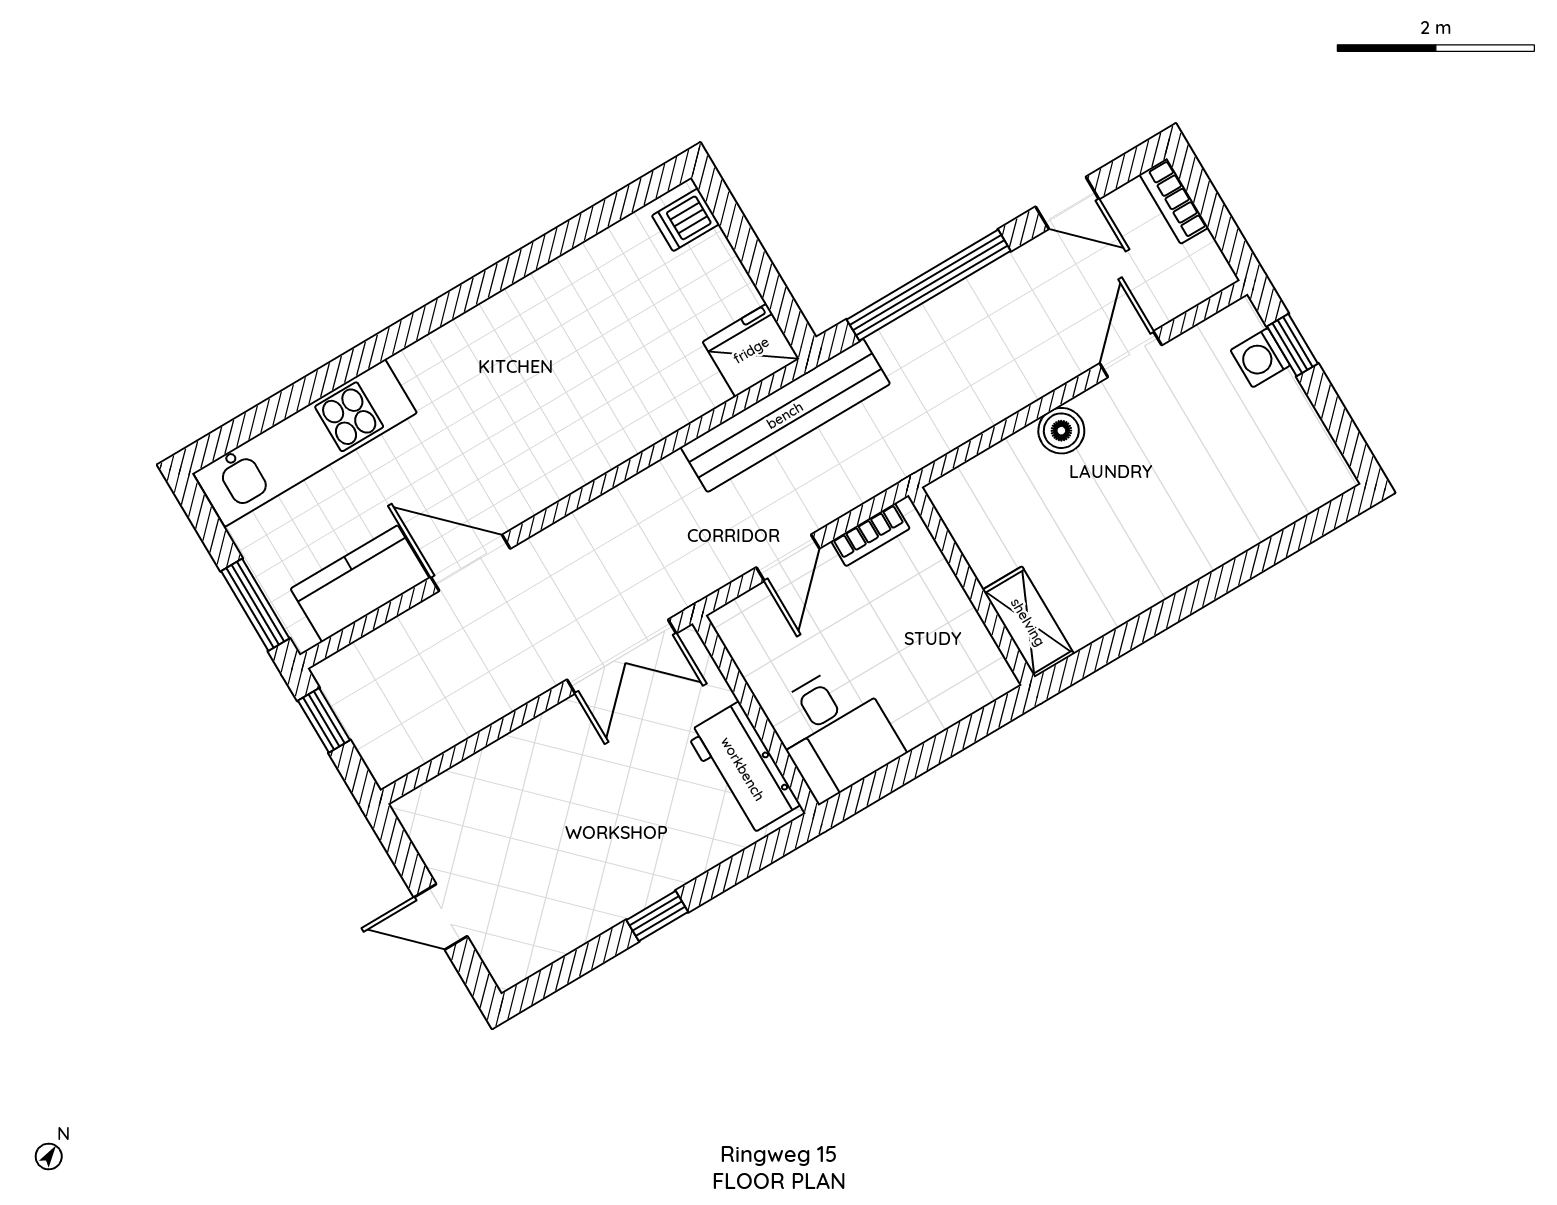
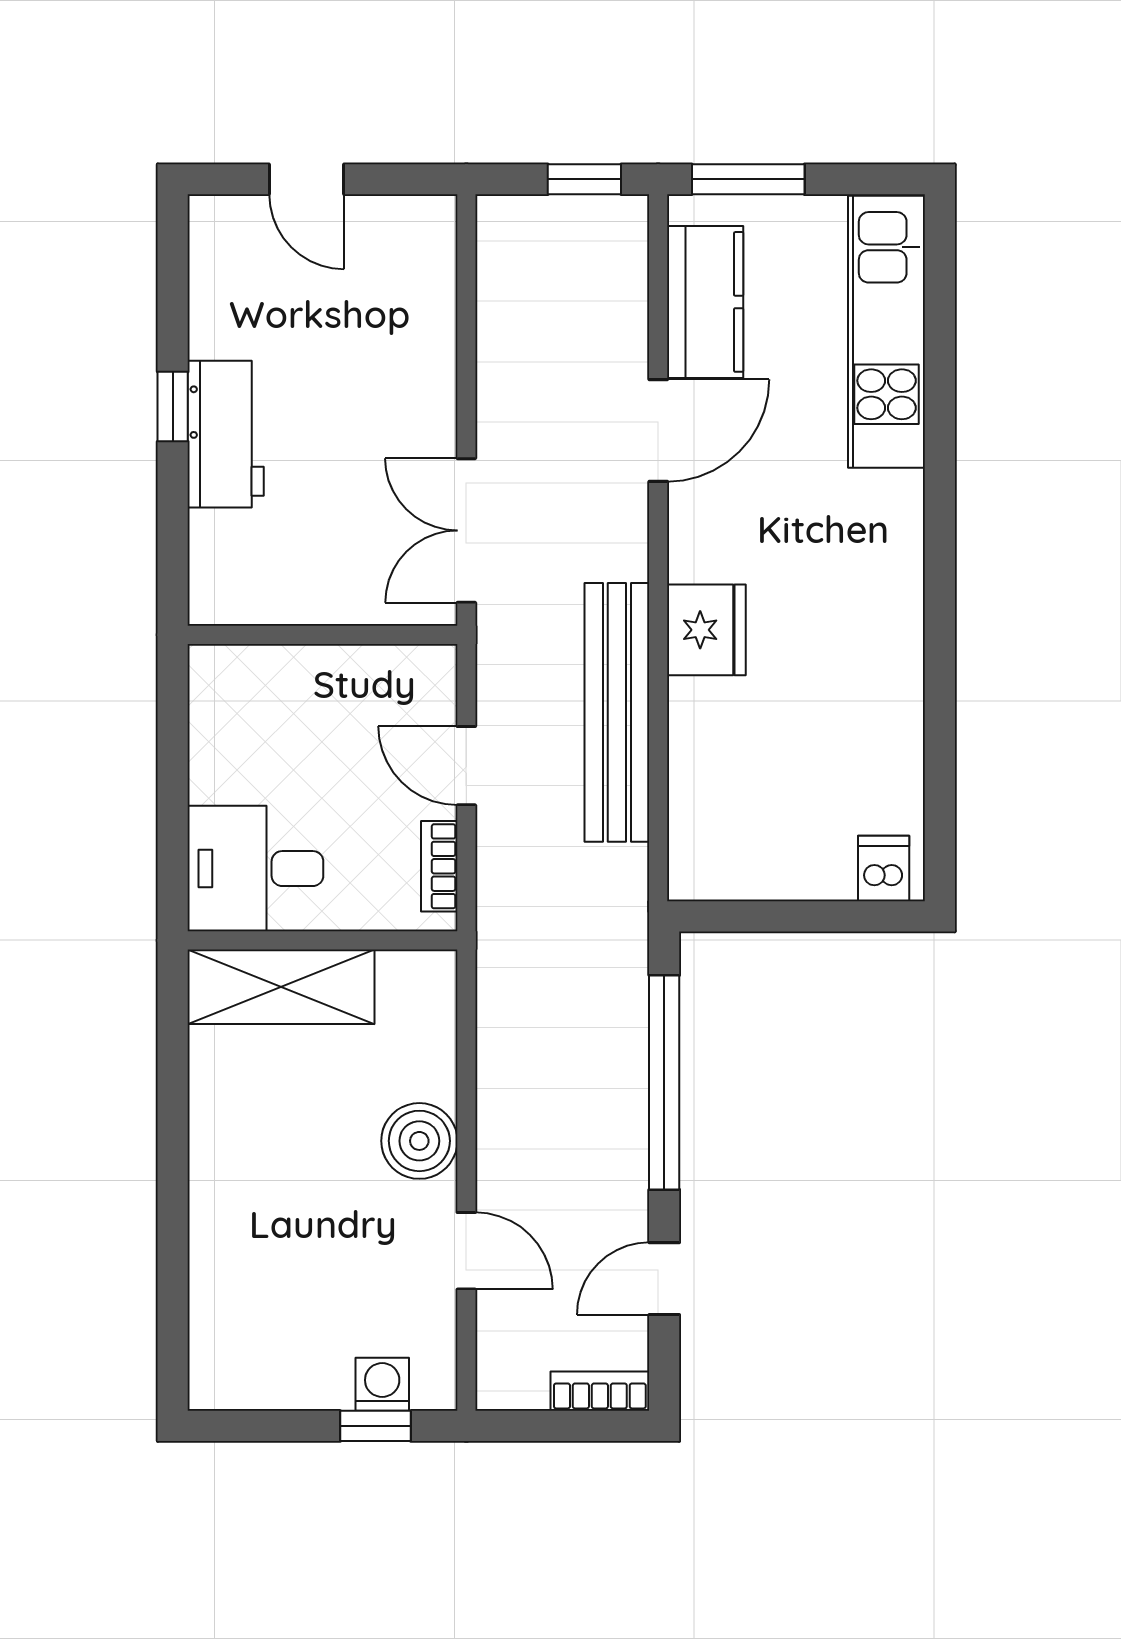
fridge: (751, 350) -> (706, 630), moved
bench: (785, 415) -> (617, 712), moved
boiler: (1061, 431) -> (419, 1141), width x1.36, depth x1.36
shelving: (1028, 622) -> (281, 987), width x1.50, depth x1.33
desk: (835, 732) -> (255, 869), moved
workbench: (743, 769) -> (226, 434), moved, turned 90
door: (441, 917) -> (306, 179), swing flipped

